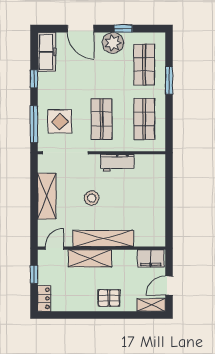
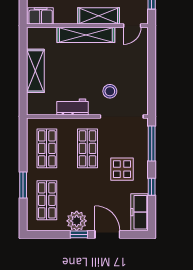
window: (123, 29) -> (79, 234), moved
display table: (60, 121) -> (122, 169), moved
shelving: (47, 196) -> (35, 71), moved
stool: (92, 198) -> (110, 91), moved

